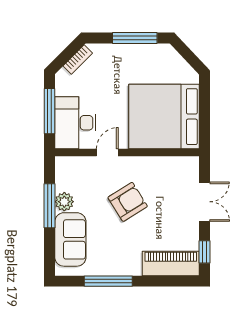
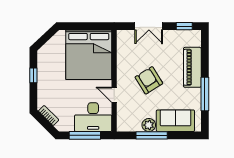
window: (135, 38) -> (33, 75), width x0.46
double door: (205, 202) -> (149, 26), swing flipped
piano: (171, 263) -> (192, 67), moved

